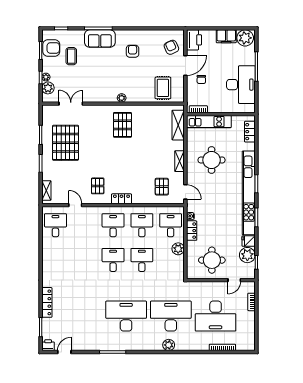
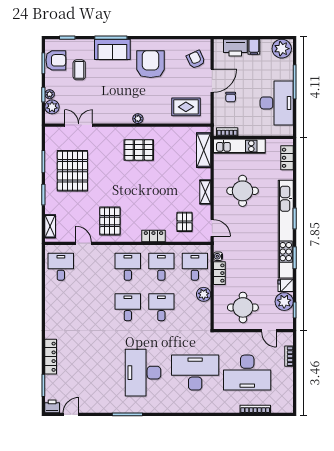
filing cabinet: (226, 36) -> (254, 47), width x0.50
printer: (194, 40) -> (235, 48), moved, turned 90
armchair: (133, 51) -> (151, 64), width x1.88, depth x1.88
rug: (163, 88) -> (186, 107), turned 90
pallet: (122, 125) -> (139, 150), turned 90
pallet: (98, 186) -> (110, 221), width x1.50, depth x1.42
locker: (121, 199) -> (153, 236), moved
door: (234, 280) -> (269, 331), hinge flipped
desk: (126, 316) -> (143, 373), turned -90
plant: (169, 345) -> (193, 406), removed

